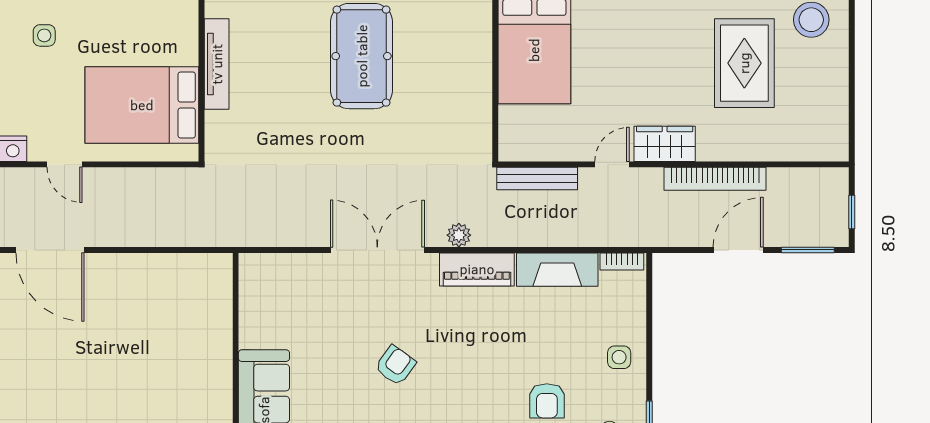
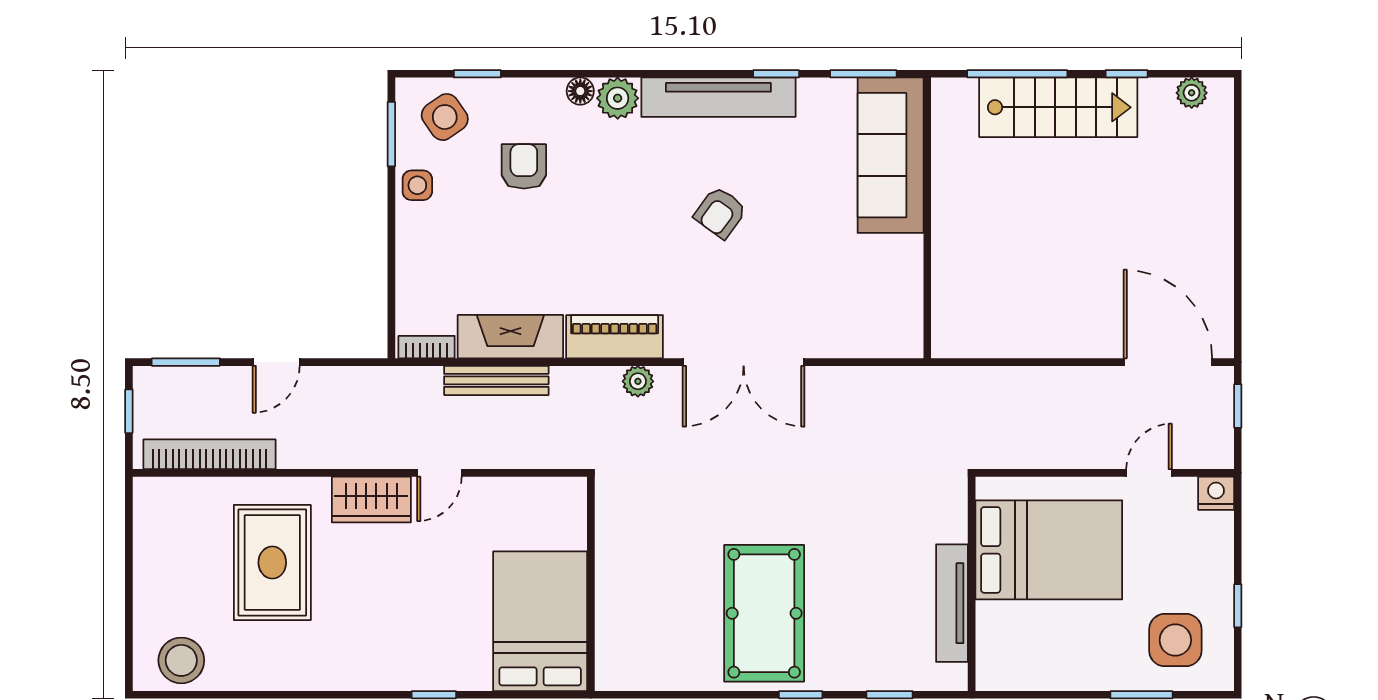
side table: (44, 35) -> (1175, 640), width x1.87, depth x1.87
rug: (744, 63) -> (272, 562), moved
door: (65, 164) -> (1149, 473), hinge flipped
bench: (537, 179) -> (496, 380), moved
bookcase: (715, 179) -> (210, 454), moved
door: (738, 250) -> (276, 362), width x0.73
side table: (619, 357) -> (417, 185), moved

